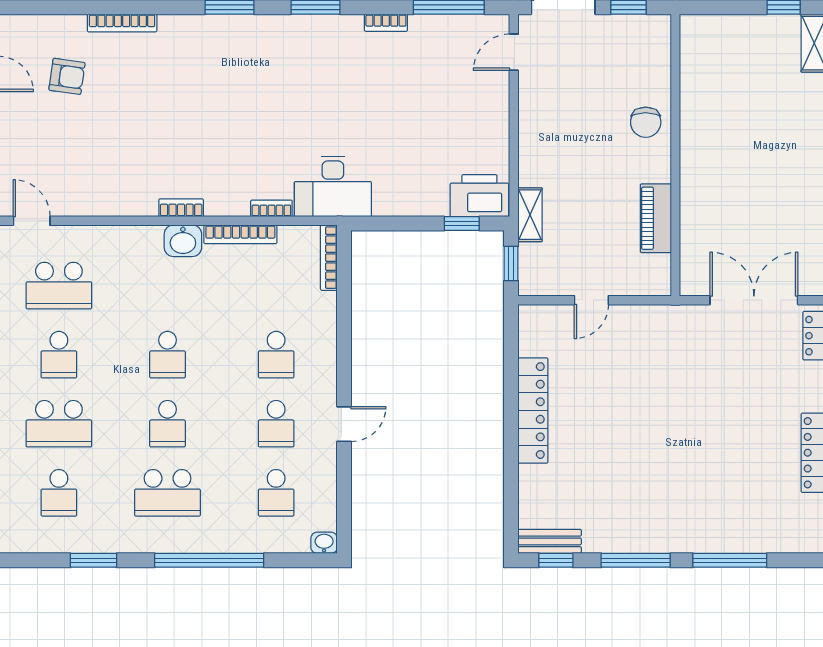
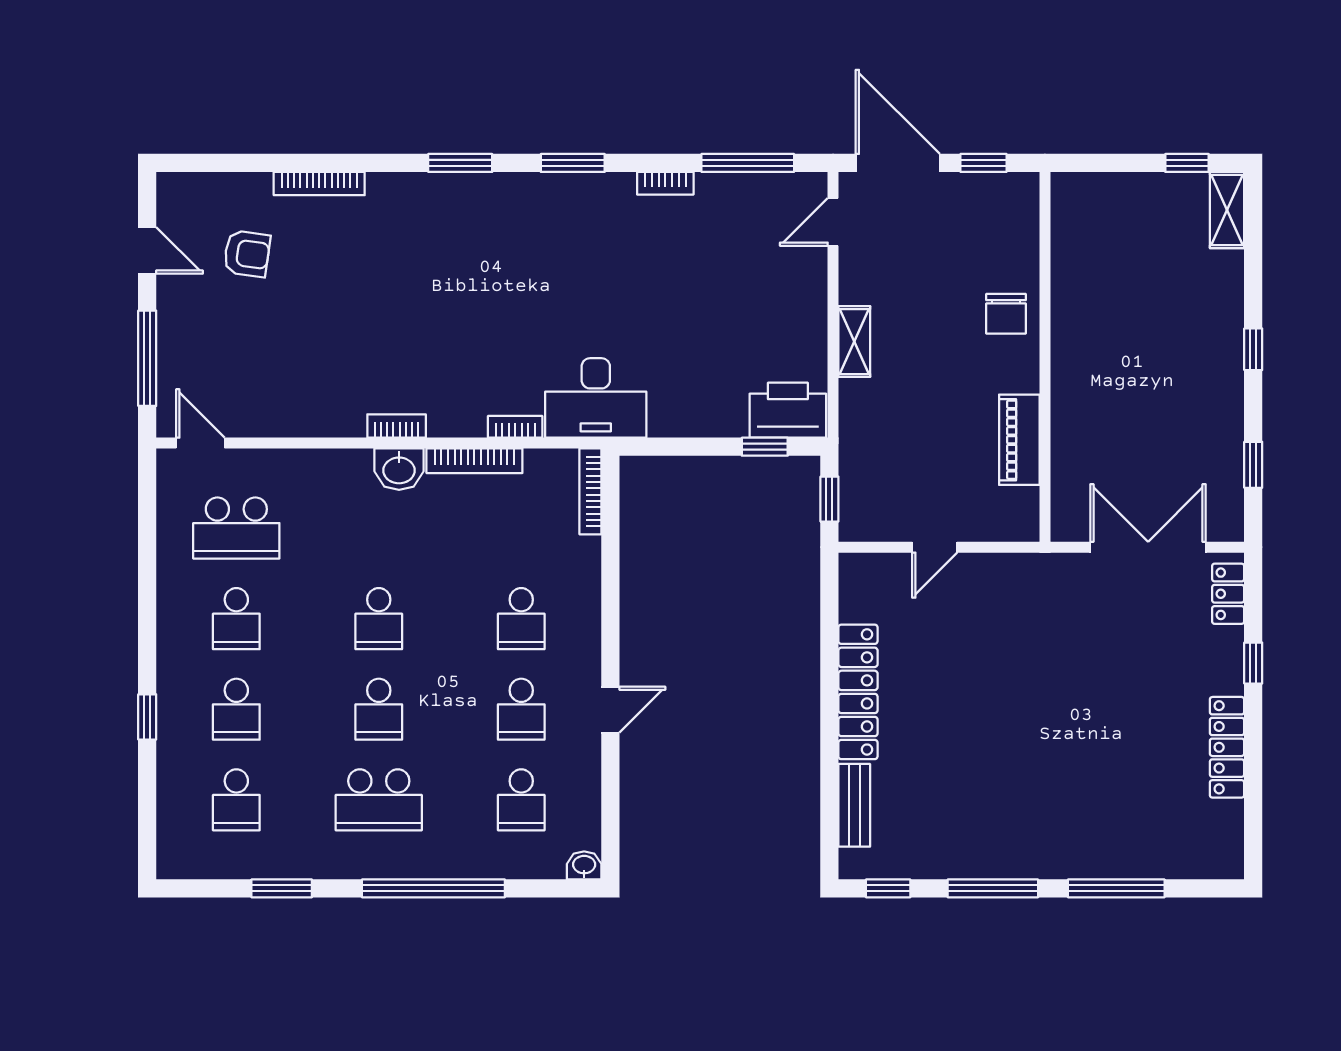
shelving: (530, 215) -> (854, 342), moved
school desk: (59, 424) -> (236, 709), width x0.54
bench: (550, 541) -> (854, 805), moved, turned 90

